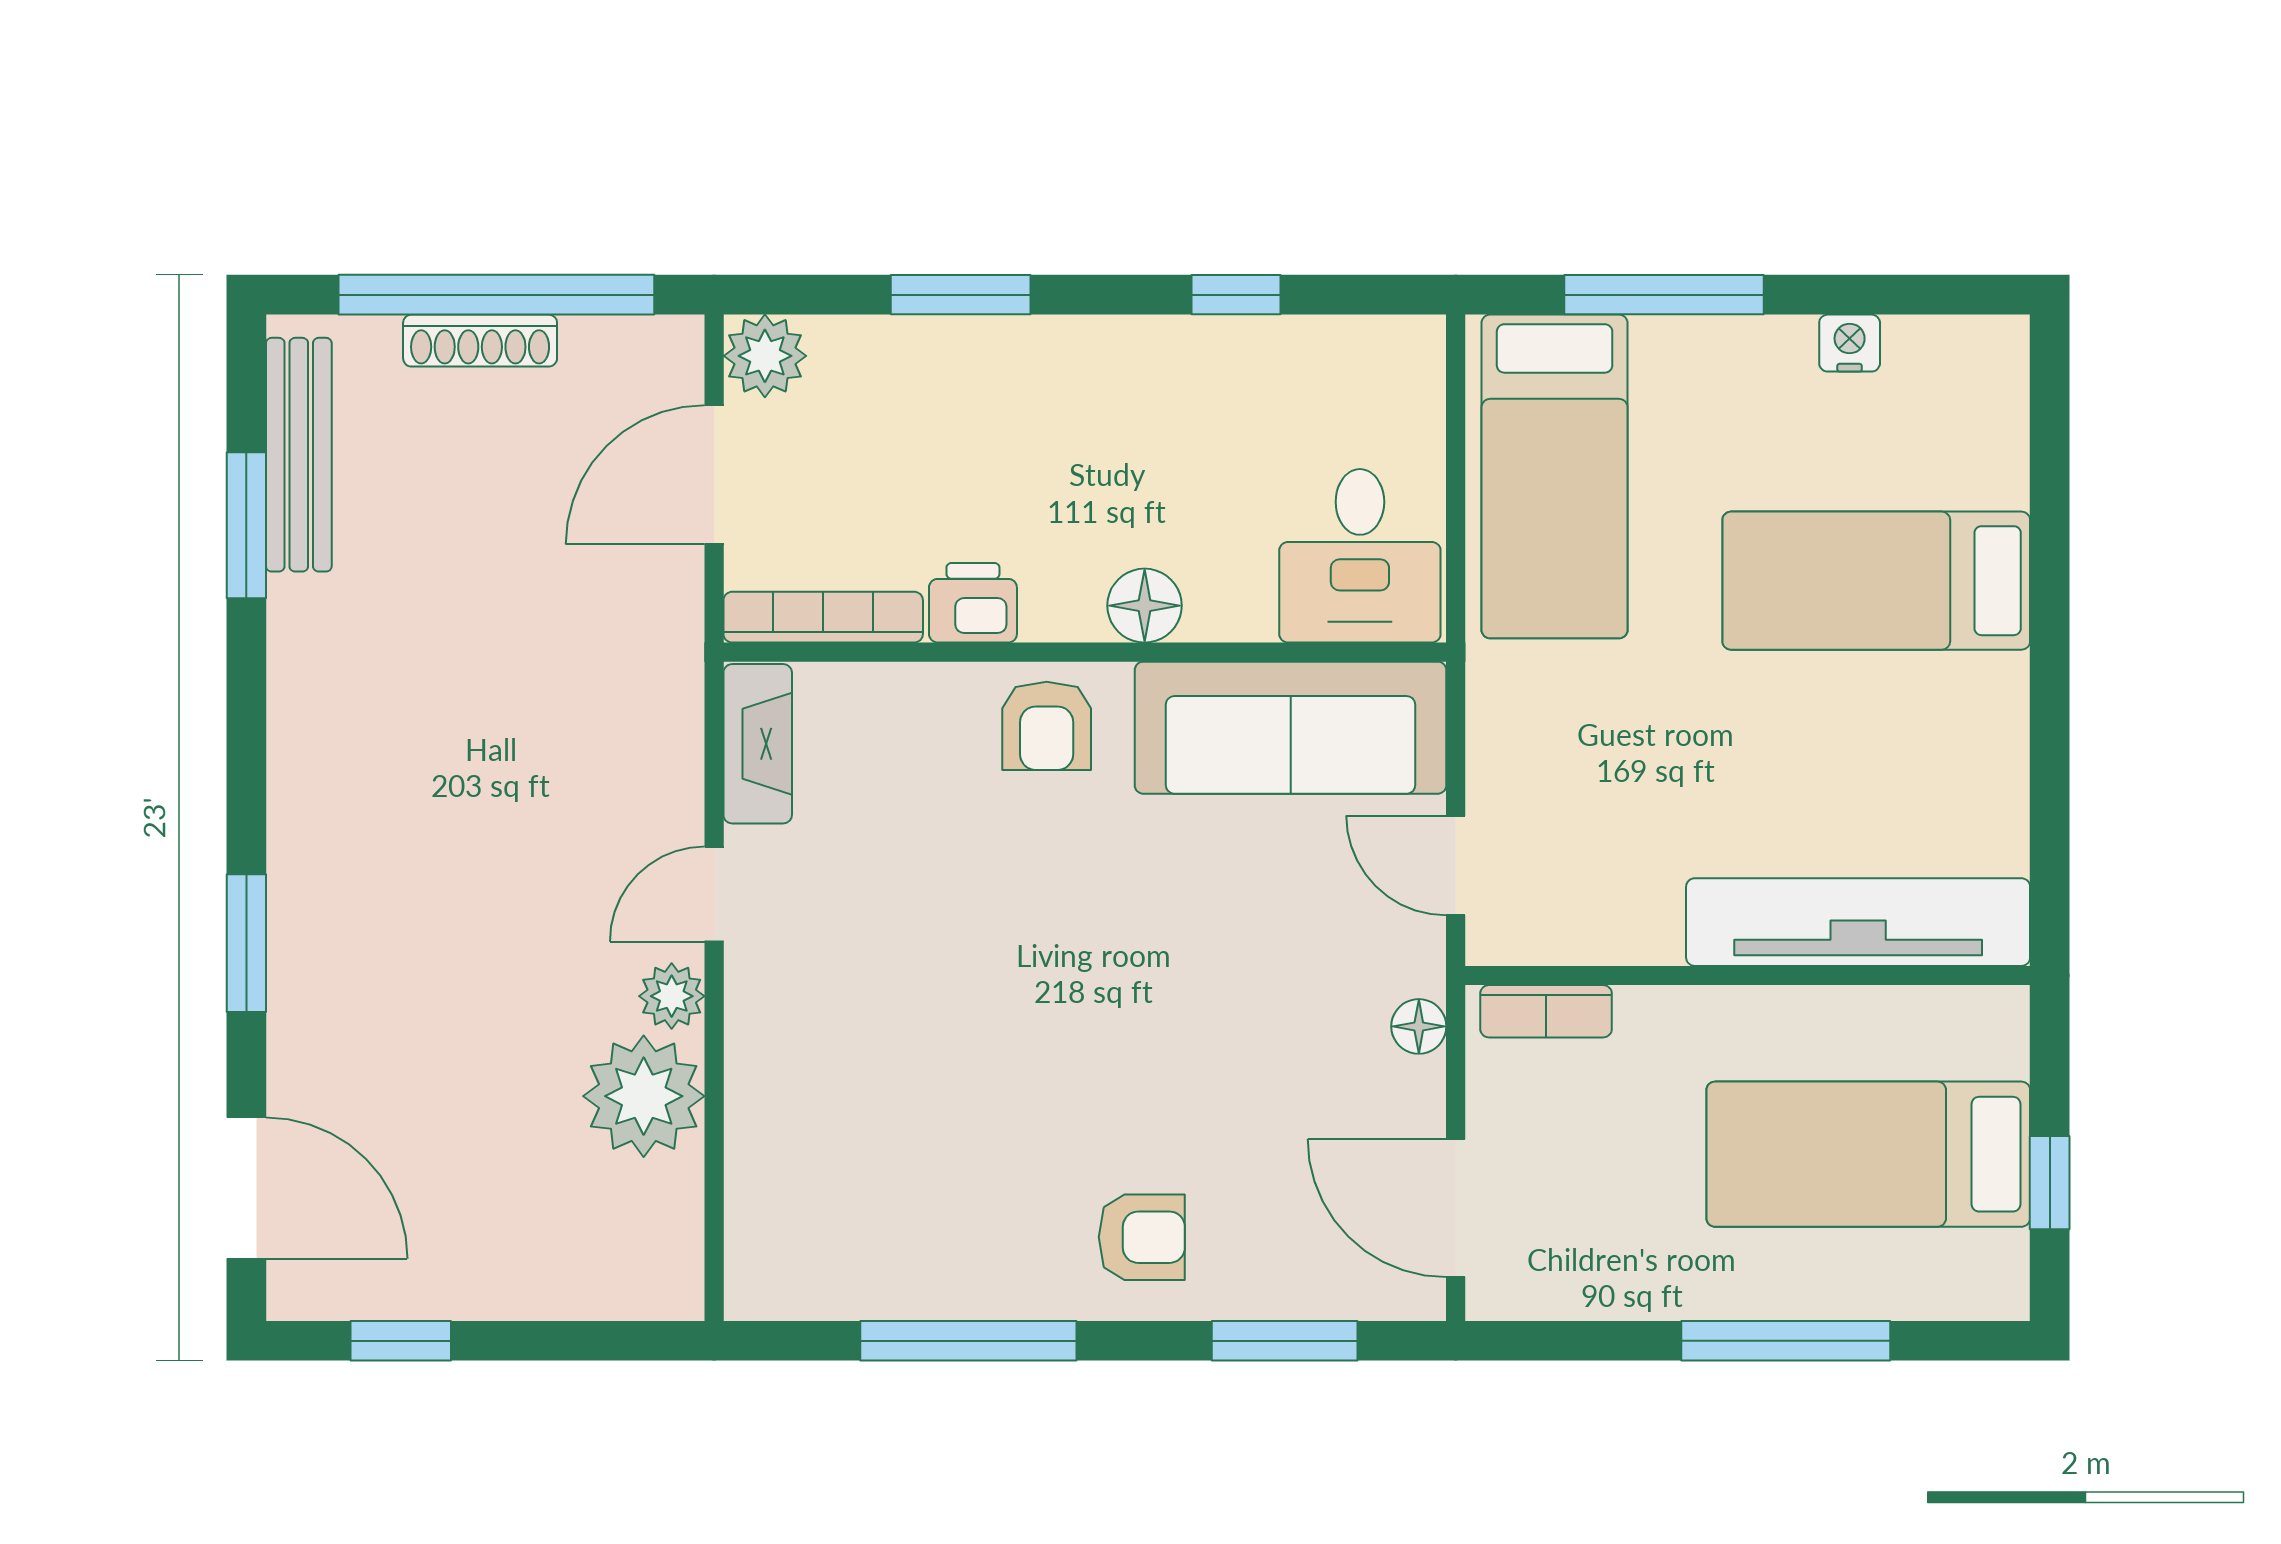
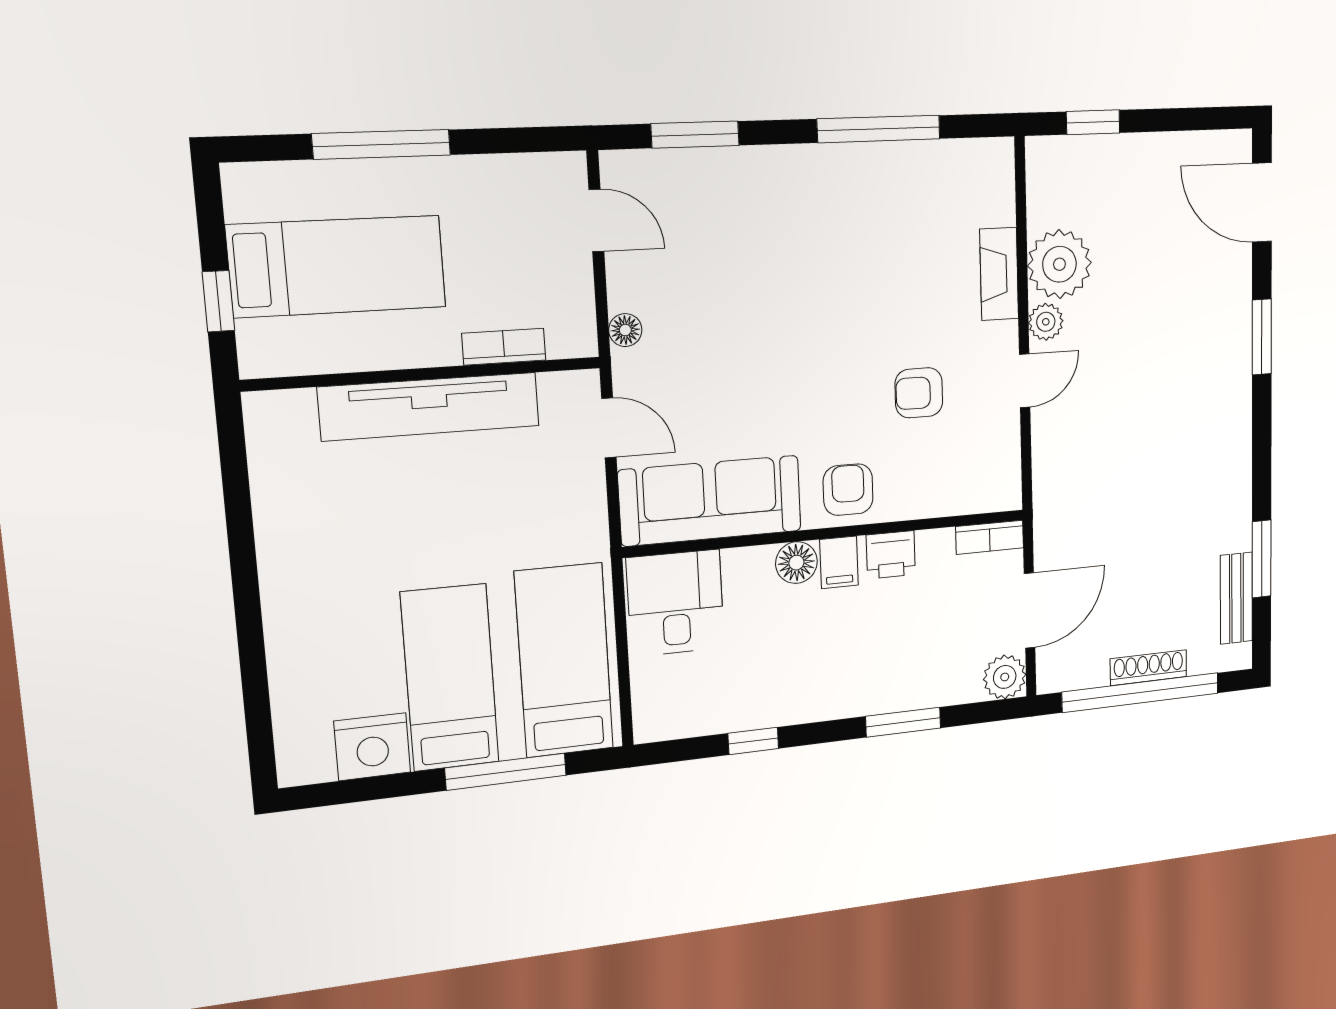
nightstand: (1850, 343) -> (372, 747), width x1.89, depth x1.79
bench: (299, 455) -> (1236, 598), width x0.73
bed: (1876, 581) -> (450, 678), moved, turned -90
filing cabinet: (1068, 598) -> (839, 562), added
bookcase: (823, 617) -> (990, 537), width x0.64
fireplace: (758, 744) -> (999, 274), moved
tv unit: (1858, 922) -> (430, 407), moved
bookcase: (1546, 1011) -> (504, 347), moved
window: (2050, 1183) -> (218, 301), moved
door: (1456, 1208) -> (596, 220), width x0.73
armchair: (1142, 1237) -> (919, 393), moved
window: (401, 1341) -> (1093, 122), moved

